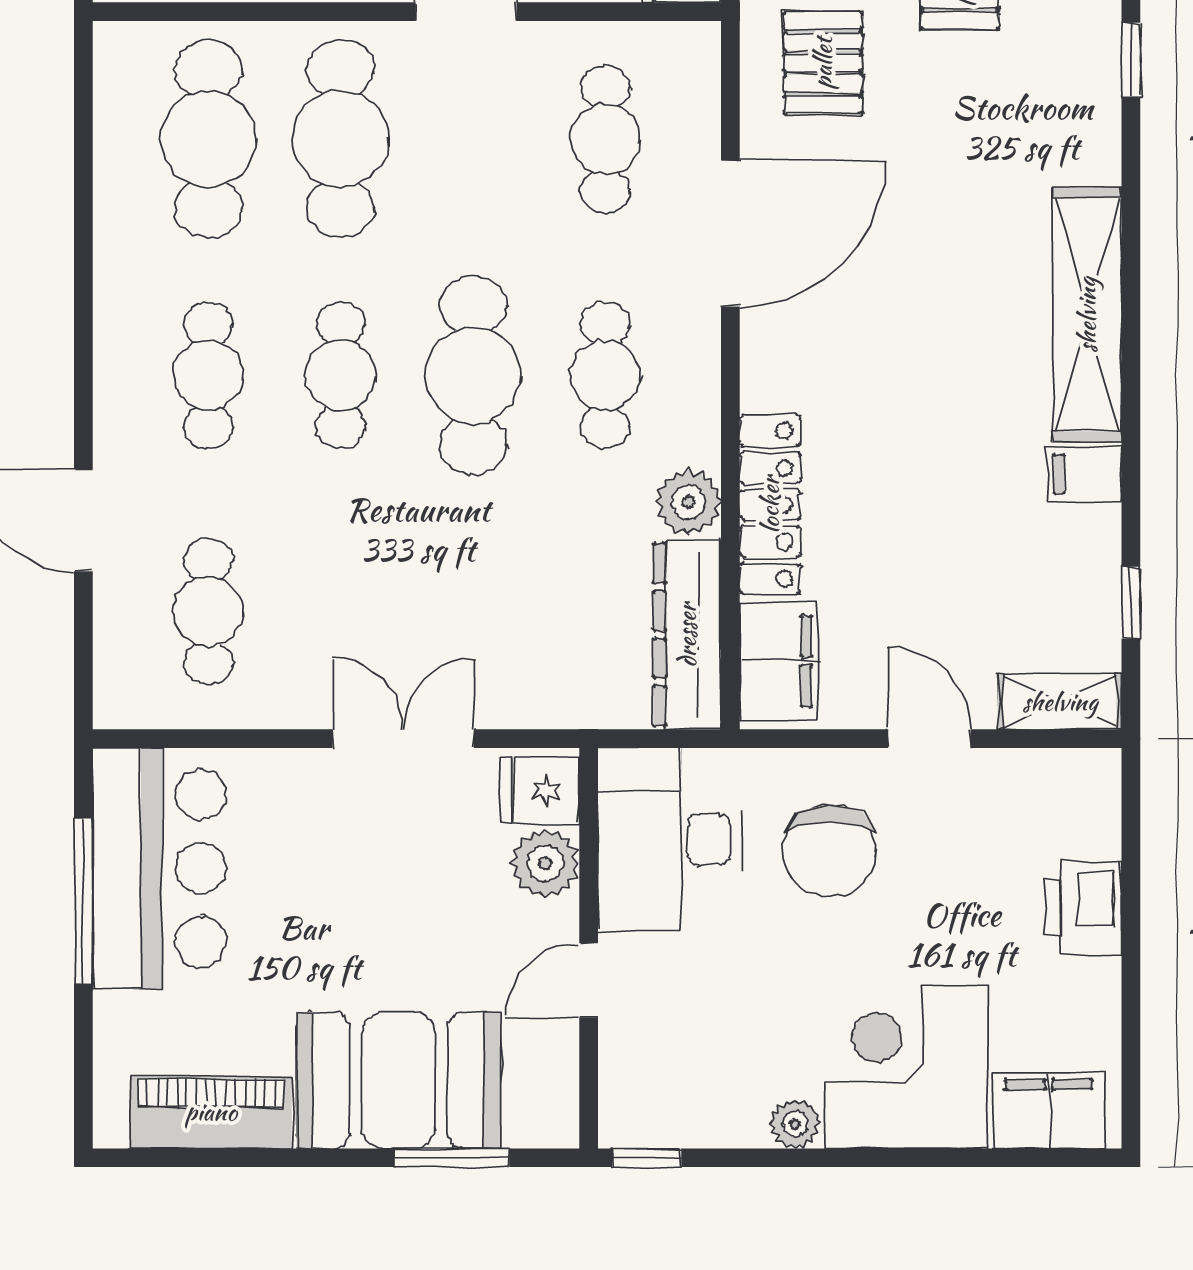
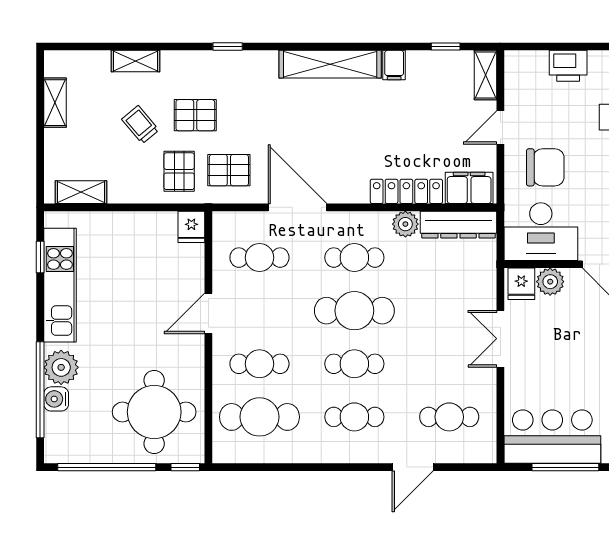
cafe table: (341, 139) -> (259, 364), width x0.73, depth x0.74

